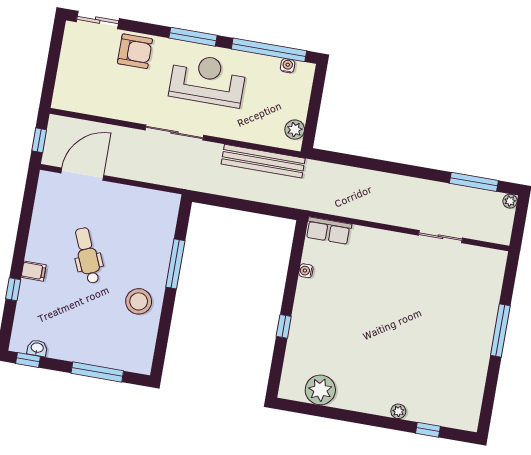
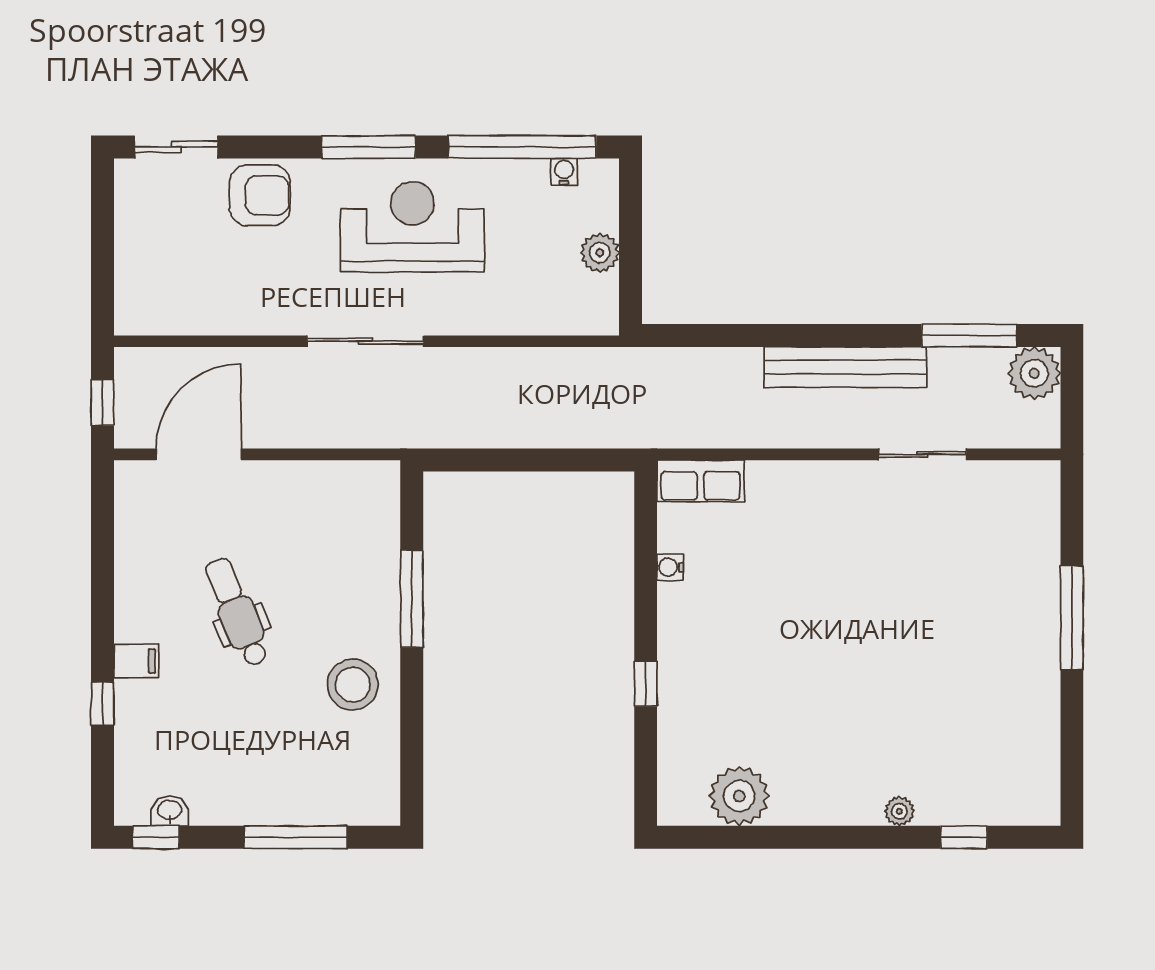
plant: (295, 130) -> (600, 253), moved
bench: (263, 161) -> (846, 367), moved
plant: (510, 201) -> (1034, 373), width x1.88, depth x1.88

